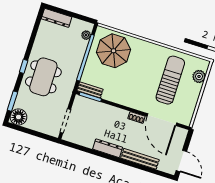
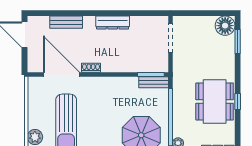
window: (24, 66) -> (238, 102), moved
dining table: (43, 77) -> (215, 101), moved
bench: (140, 159) -> (66, 22), width x0.73

